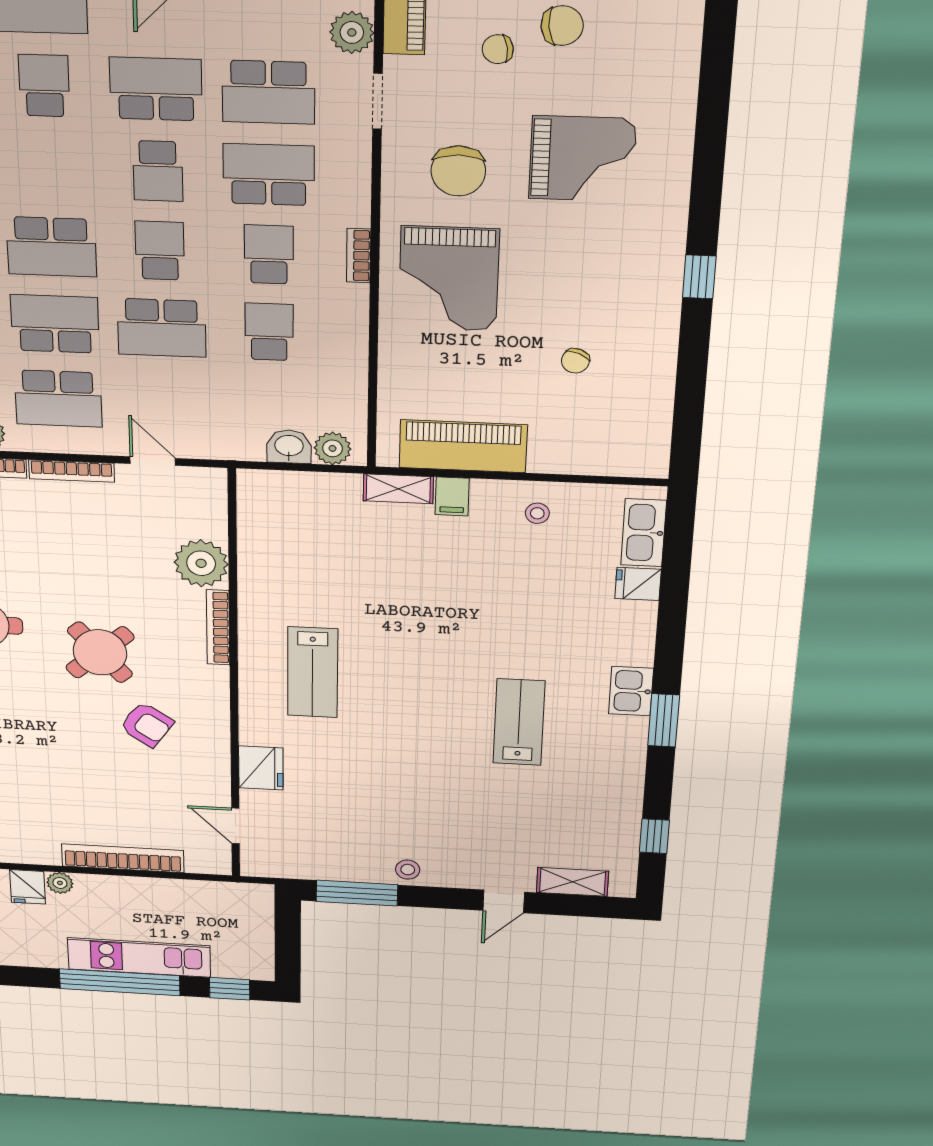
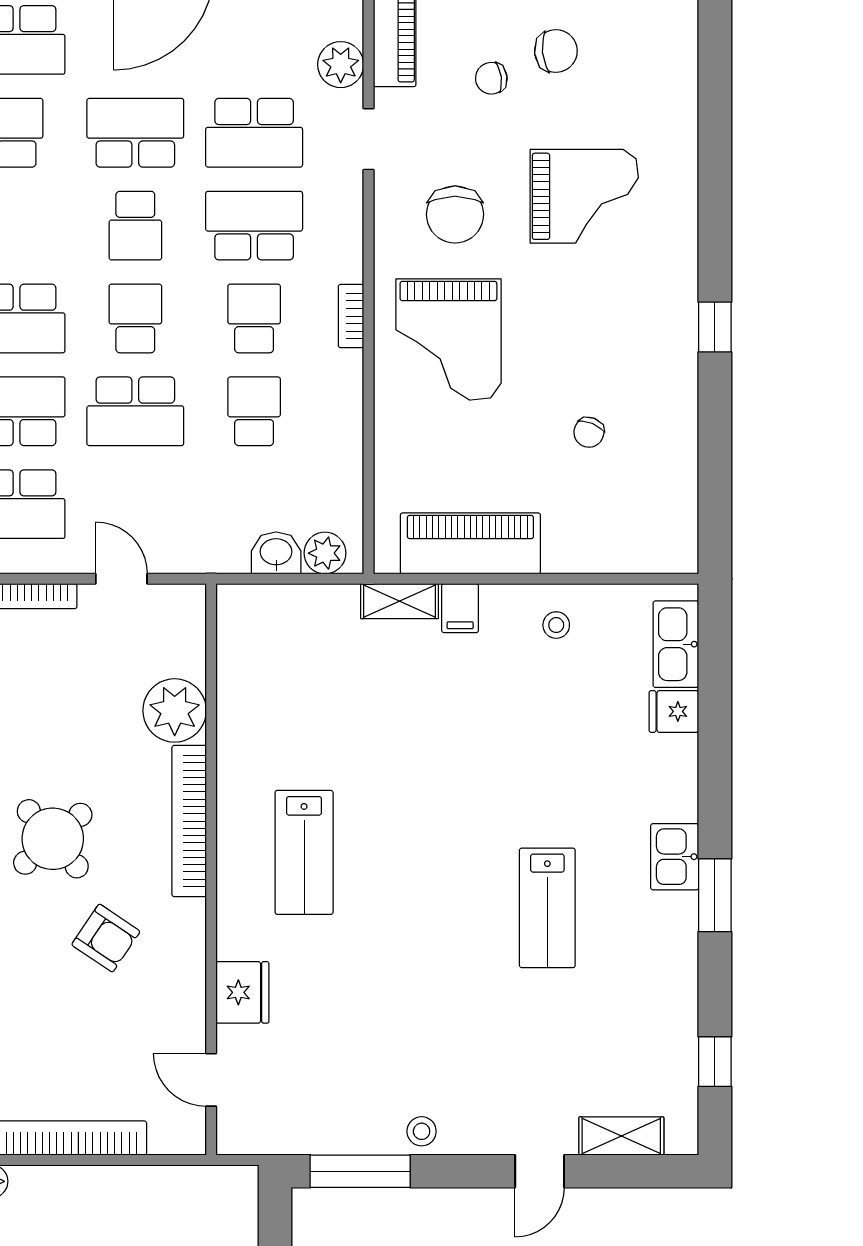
bookcase: (218, 627) -> (189, 821), width x1.48, depth x1.31
lab bench: (519, 722) -> (547, 908), turned 180

